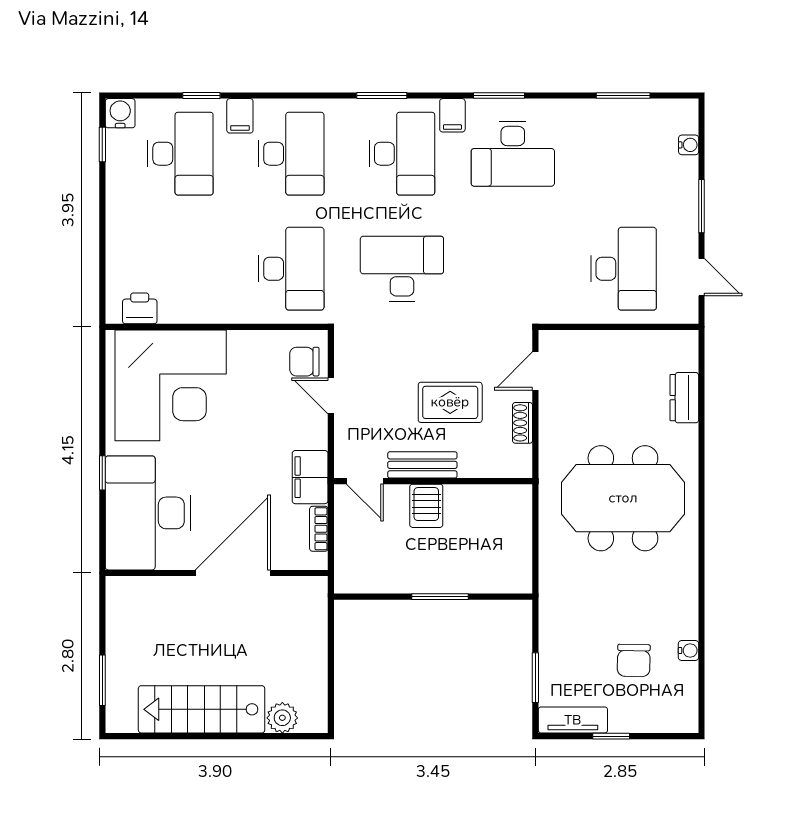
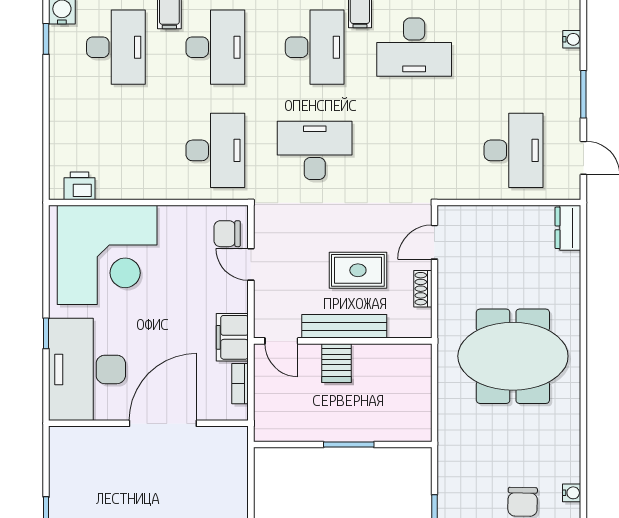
dresser: (684, 398) -> (568, 228), moved
bench: (422, 465) -> (344, 326), width x1.36

